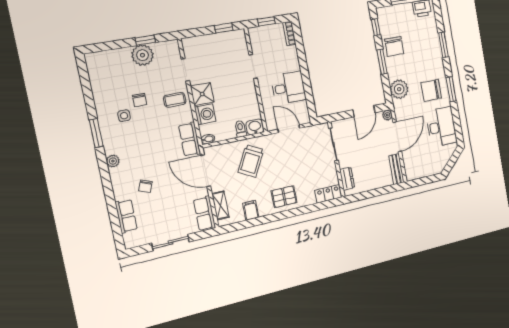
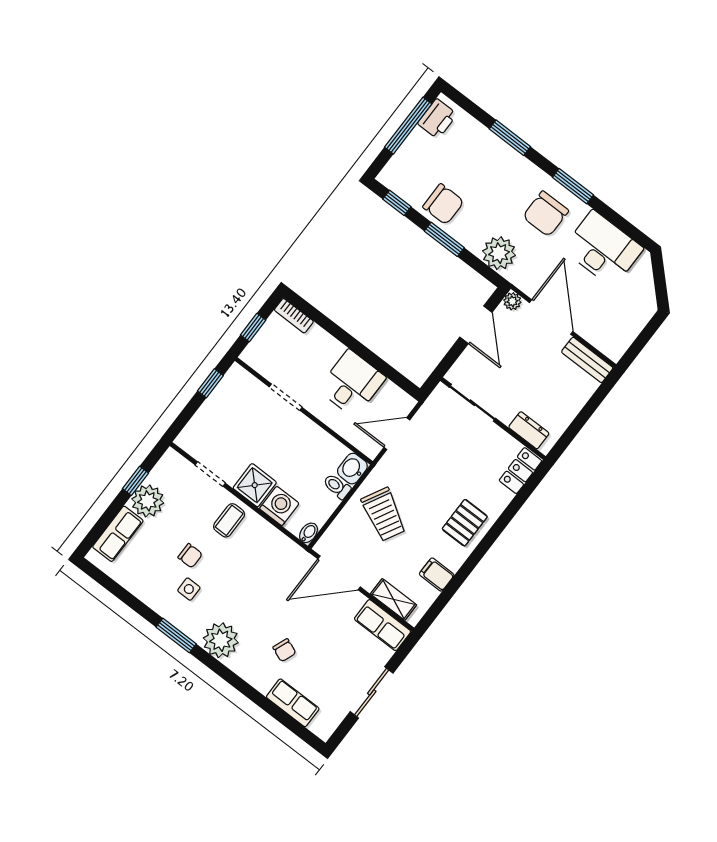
row of seats: (190, 139) -> (118, 534), moved, turned -90
plant: (113, 161) -> (221, 640), width x1.87, depth x1.87

